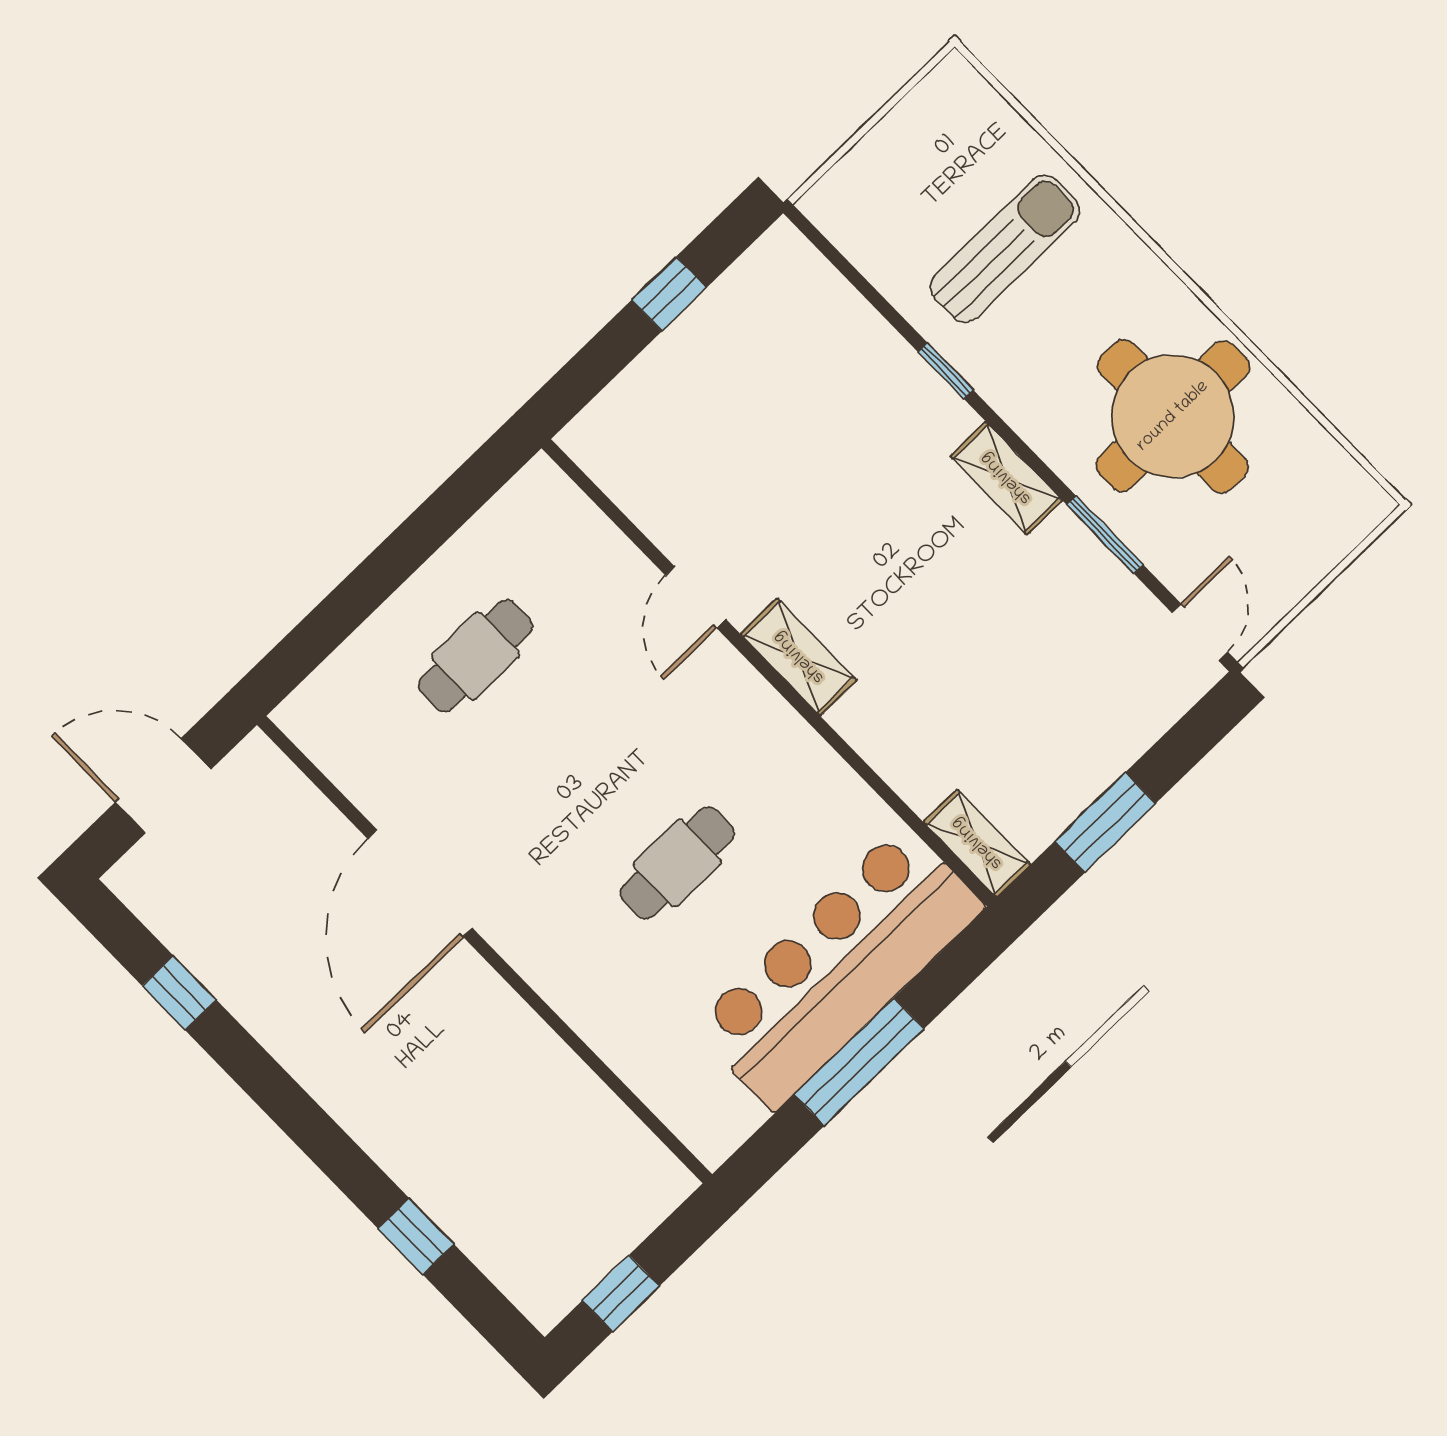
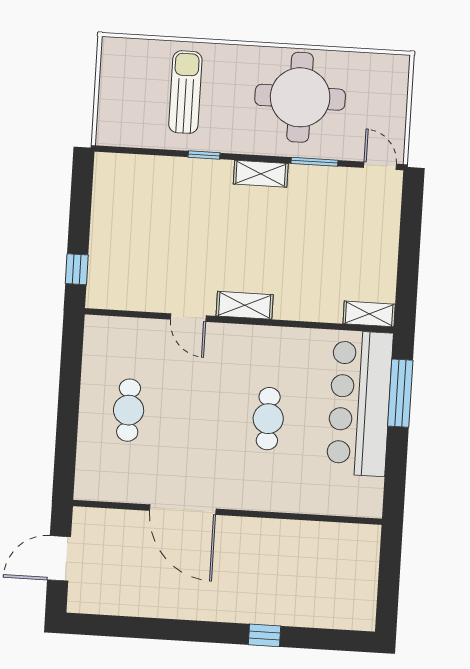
window: (669, 294) -> (77, 269), moved
window: (1105, 822) -> (408, 265), removed
window: (179, 993) -> (132, 627), removed
window: (859, 1062) -> (400, 393), moved
window: (416, 1236) -> (264, 635), moved
window: (621, 1293) -> (388, 591), removed

